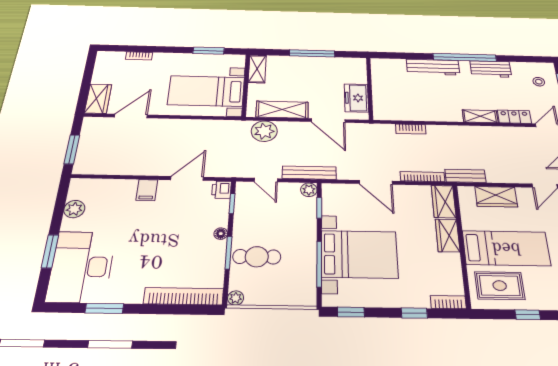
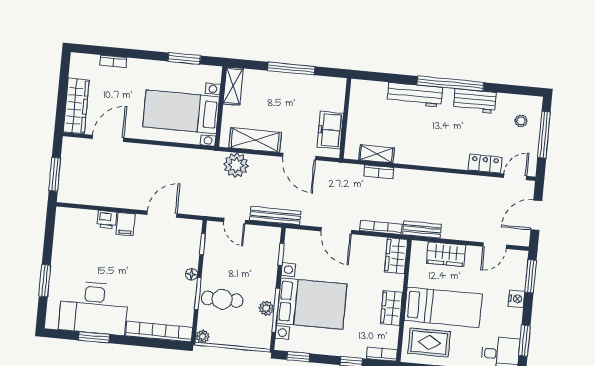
wardrobe: (98, 99) -> (76, 106), width x1.50
shelving: (480, 116) -> (376, 154), moved
printer: (221, 190) -> (107, 220), moved, turned -90
plant: (309, 190) -> (266, 308), moved
plant: (74, 209) -> (62, 240), removed
wardrobe: (448, 235) -> (391, 308), moved
desk: (81, 267) -> (94, 308), moved, turned -90

